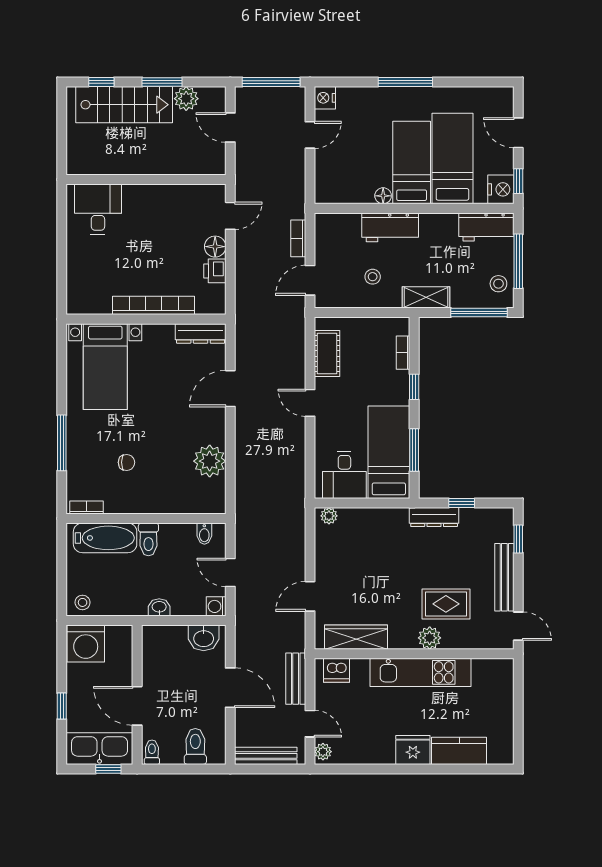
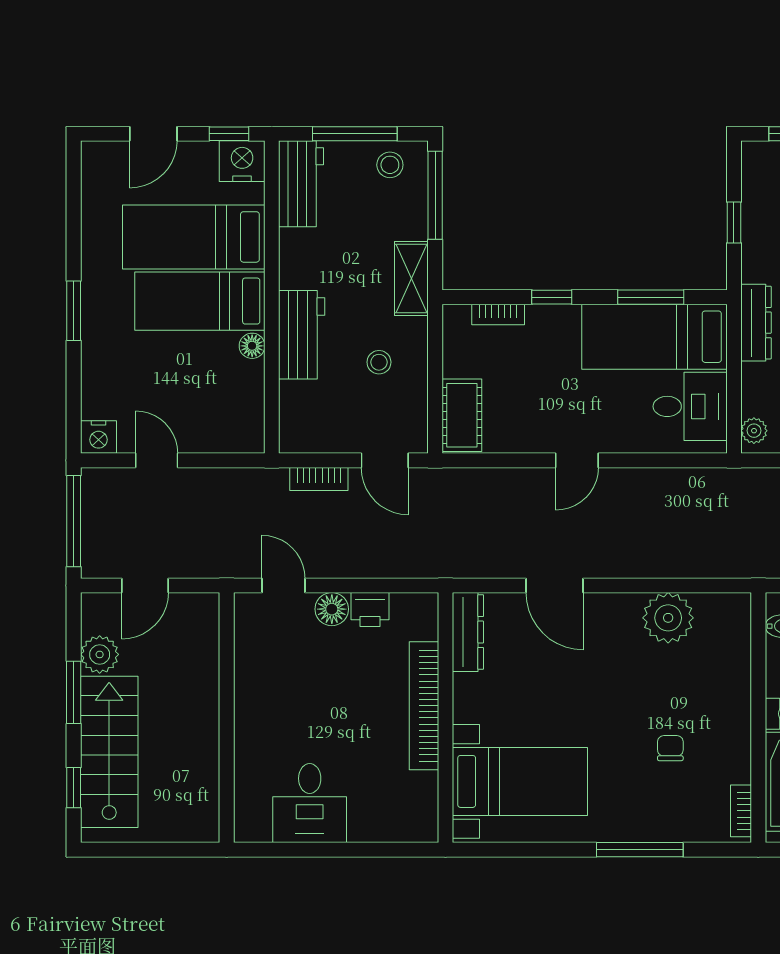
window: (405, 82) -> (74, 311), width x0.69
desk: (98, 209) -> (310, 803), moved, turned -90
cot: (327, 353) -> (462, 415), moved, turned 90
dresser: (434, 517) -> (756, 323), moved

